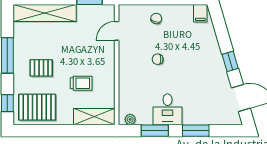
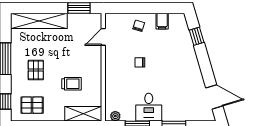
filing cabinet: (200, 13) -> (162, 21), moved
window: (230, 61) -> (197, 36), moved
pallet: (41, 68) -> (36, 70), turned 90
pallet: (37, 107) -> (32, 105), width x0.67, depth x0.71

